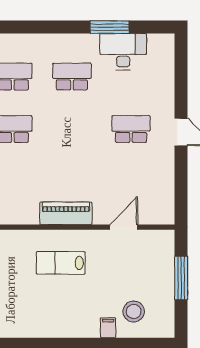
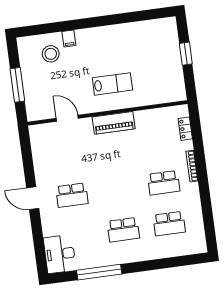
window: (110, 27) -> (99, 272), width x1.46
desk: (123, 52) -> (60, 254), moved, turned 90
door: (124, 227) -> (67, 118), swing flipped

